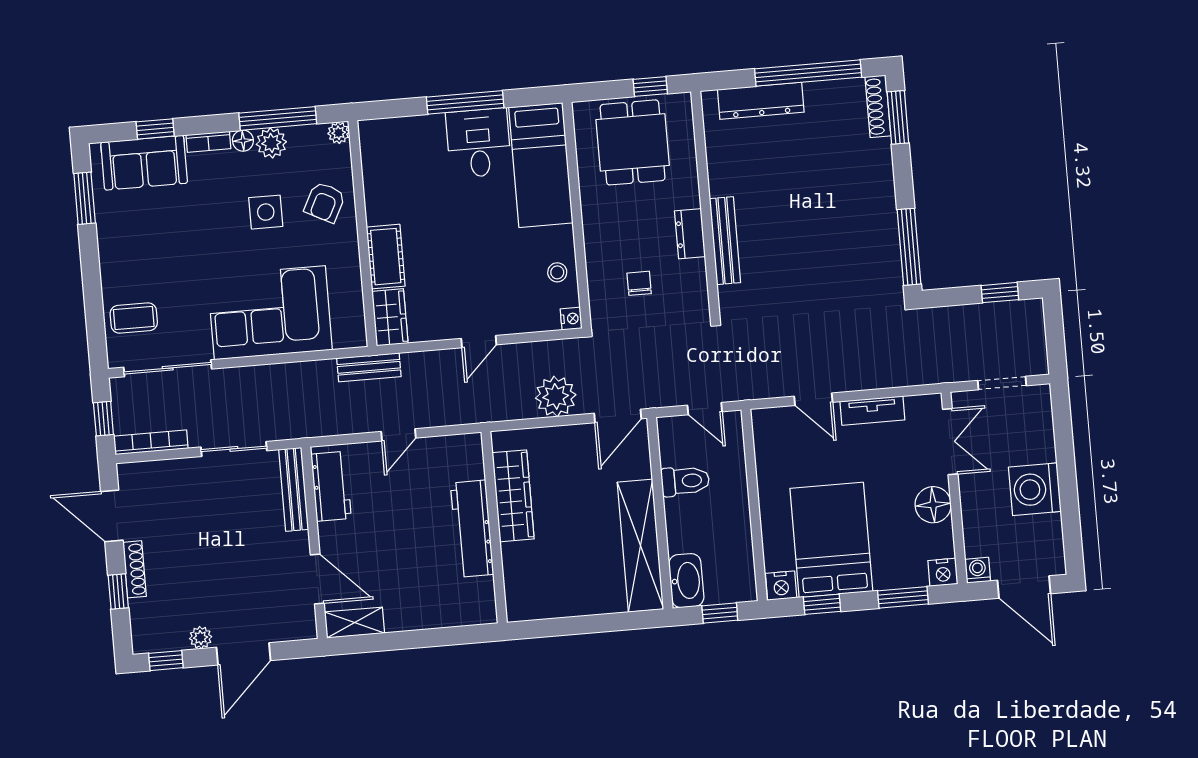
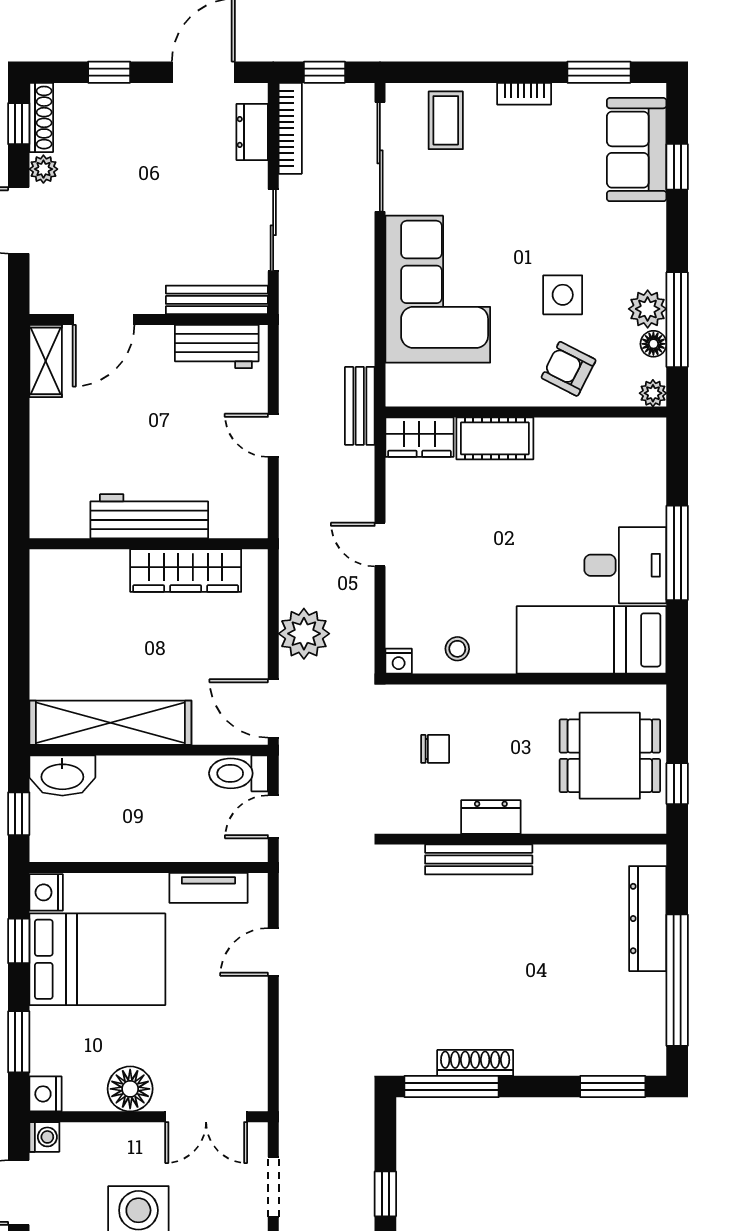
shoe rack: (878, 106) -> (475, 1063), moved
floor lamp: (243, 141) -> (653, 344), moved
bookcase: (208, 142) -> (524, 94), moved, turned -90
tv unit: (872, 411) -> (208, 888), moved, turned -90
dresser: (156, 473) -> (252, 132), added
toilet: (685, 481) -> (238, 773), moved, turned 90
shoe rack: (135, 569) -> (41, 118), moved, turned -90

